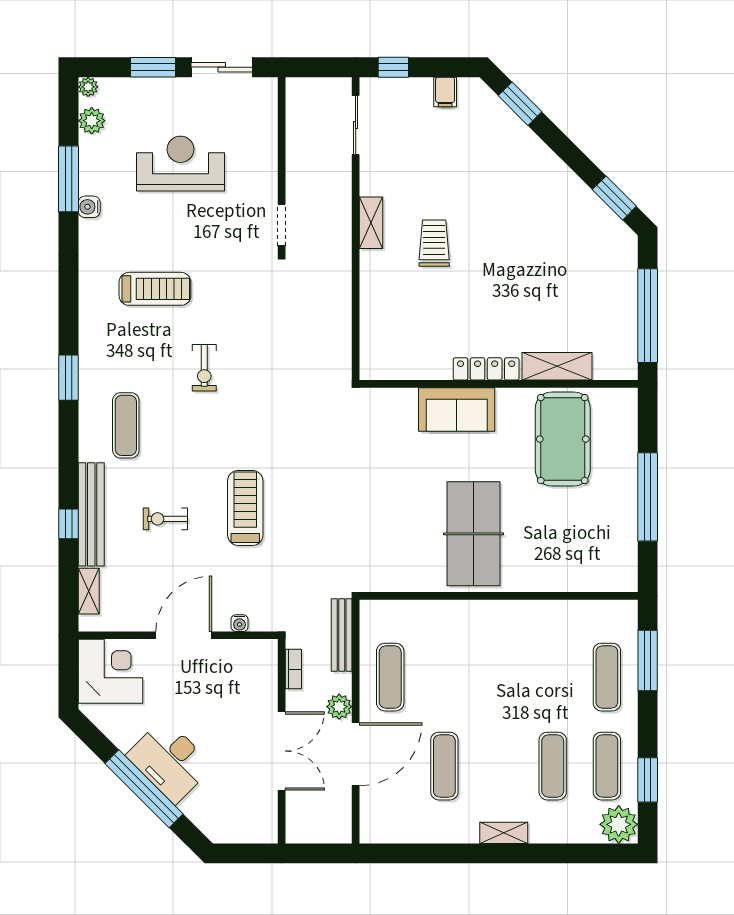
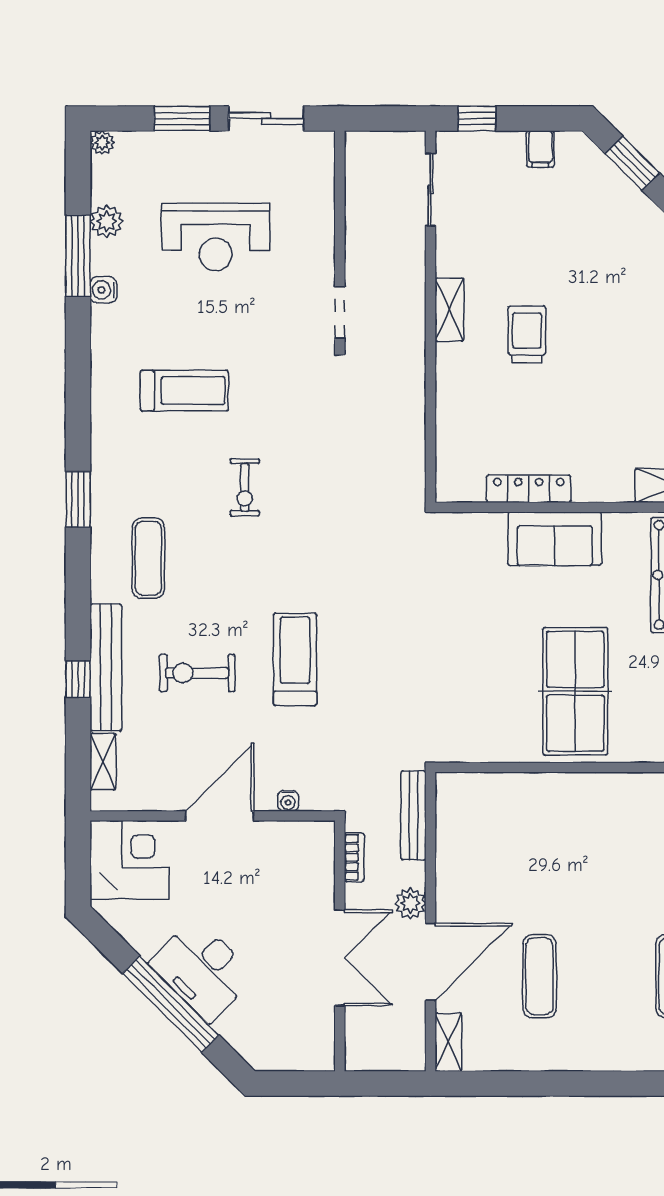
plant: (92, 121) -> (107, 221), moved
reception desk: (181, 164) -> (216, 237), turned 180
locker: (486, 369) -> (529, 489), moved
exercise bike: (165, 519) -> (197, 673), width x1.38, depth x1.39
exercise mat: (390, 677) -> (473, 867), removed
shelving: (504, 833) -> (448, 1042), moved, turned 90

